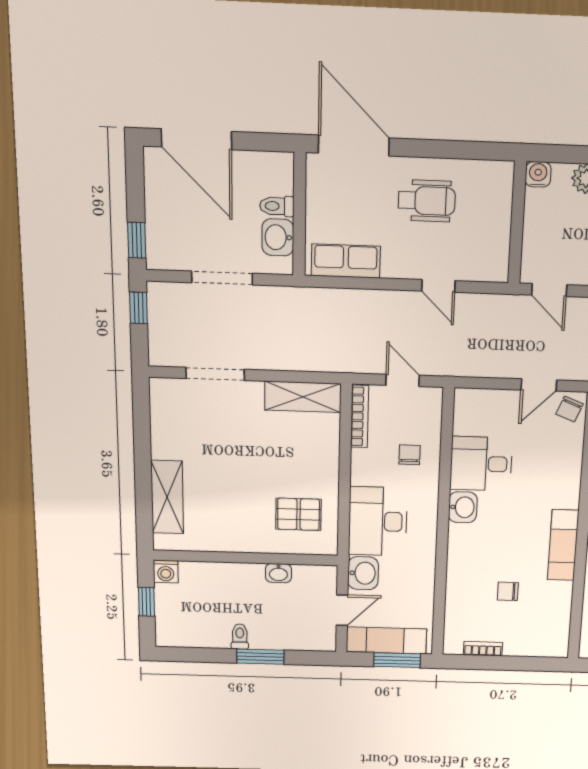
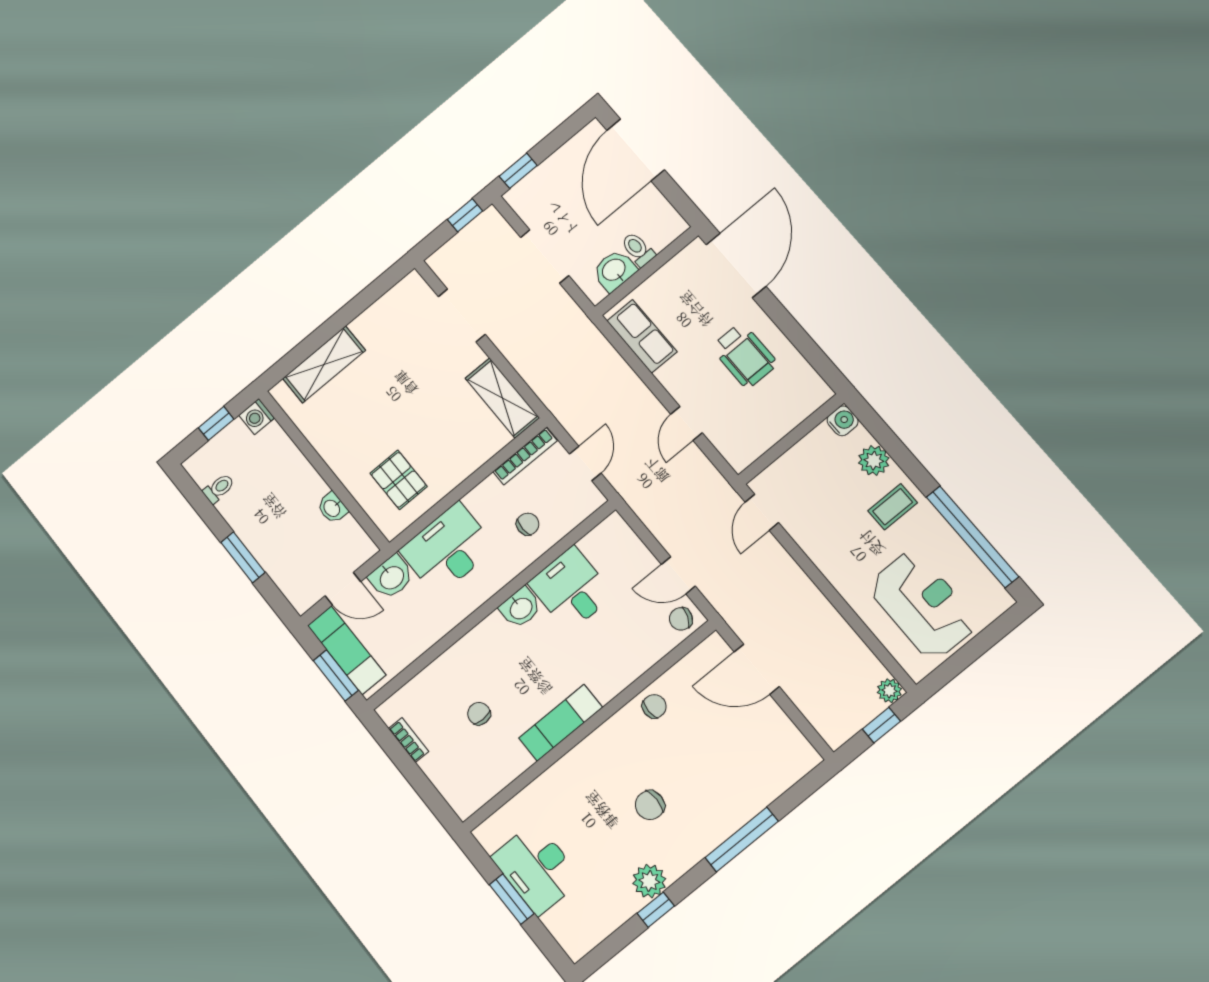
toilet: (240, 636) -> (219, 488), moved

